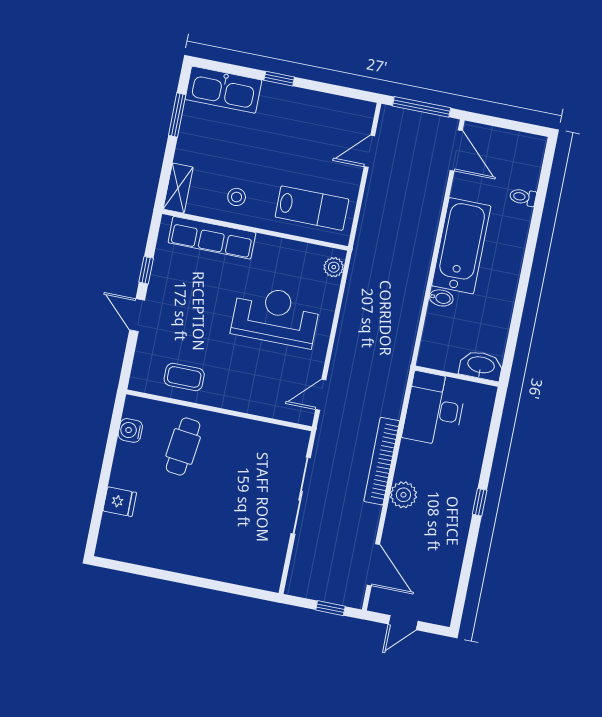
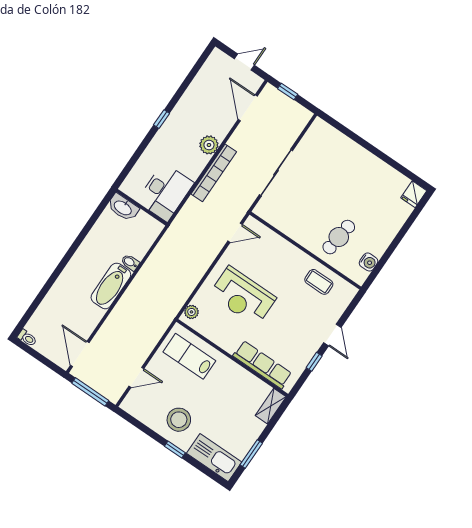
stool: (237, 197) -> (179, 420), moved, width x1.89, depth x1.89
toilet: (523, 197) -> (27, 338), moved
bathtub: (461, 246) -> (111, 286), width x0.73, depth x0.73
fridge: (120, 502) -> (414, 194), moved, turned -90

